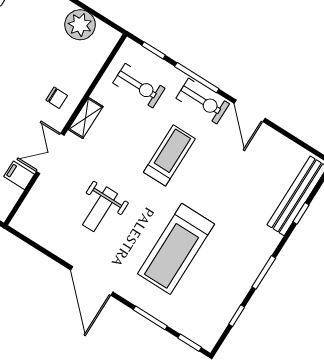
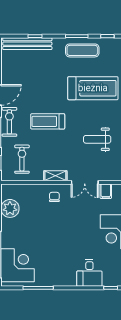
weight bench: (100, 209) -> (97, 139), turned 180
exercise mat: (239, 267) -> (82, 50), added

